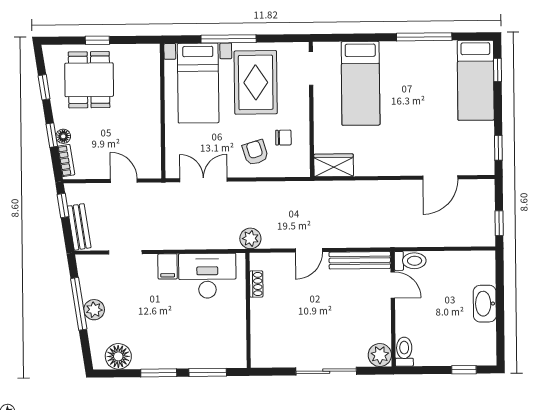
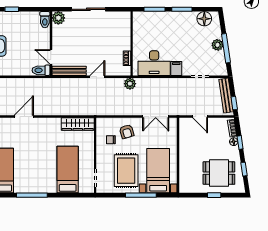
dining table: (89, 80) -> (219, 173), turned 90
wardrobe: (334, 165) -> (78, 124), width x1.50
bench: (79, 227) -> (226, 96), width x1.36

